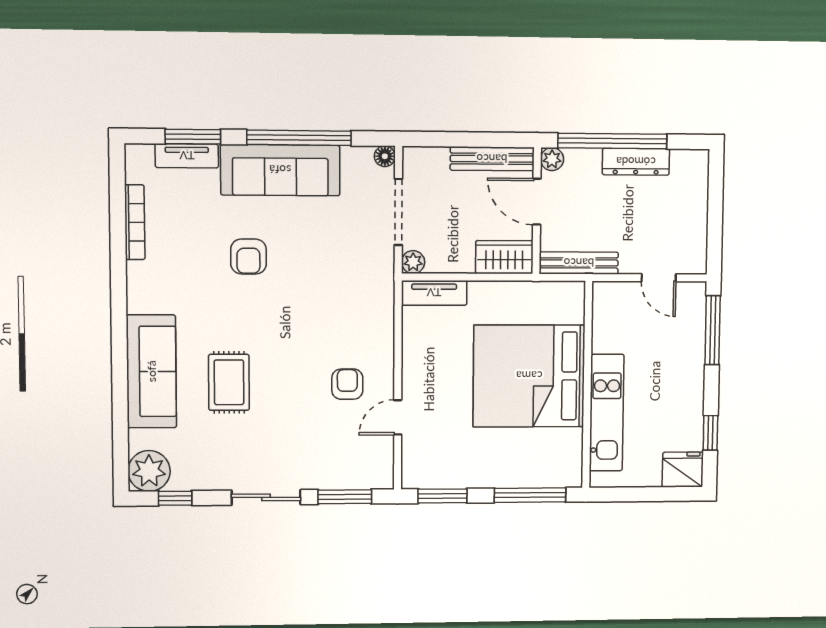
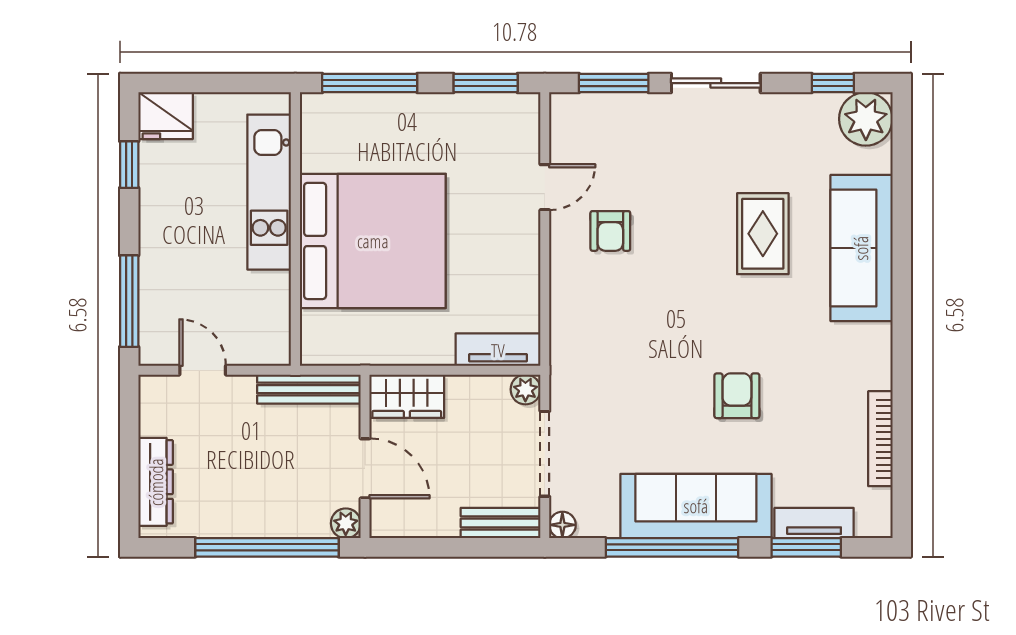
bench: (492, 159) -> (501, 523), moved, width x0.73
dresser: (636, 162) -> (156, 482), moved, turned 90

